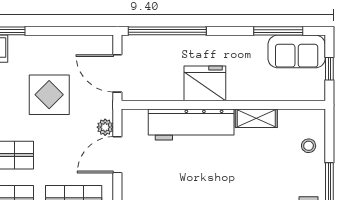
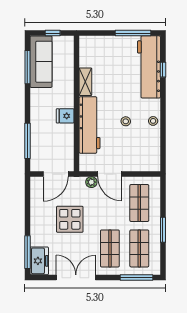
window: (167, 31) -> (27, 141), width x0.68
sofa: (297, 51) -> (41, 62), width x1.36
fridge: (205, 83) -> (65, 116), width x0.53, depth x0.75
stool: (309, 146) -> (126, 121), moved

